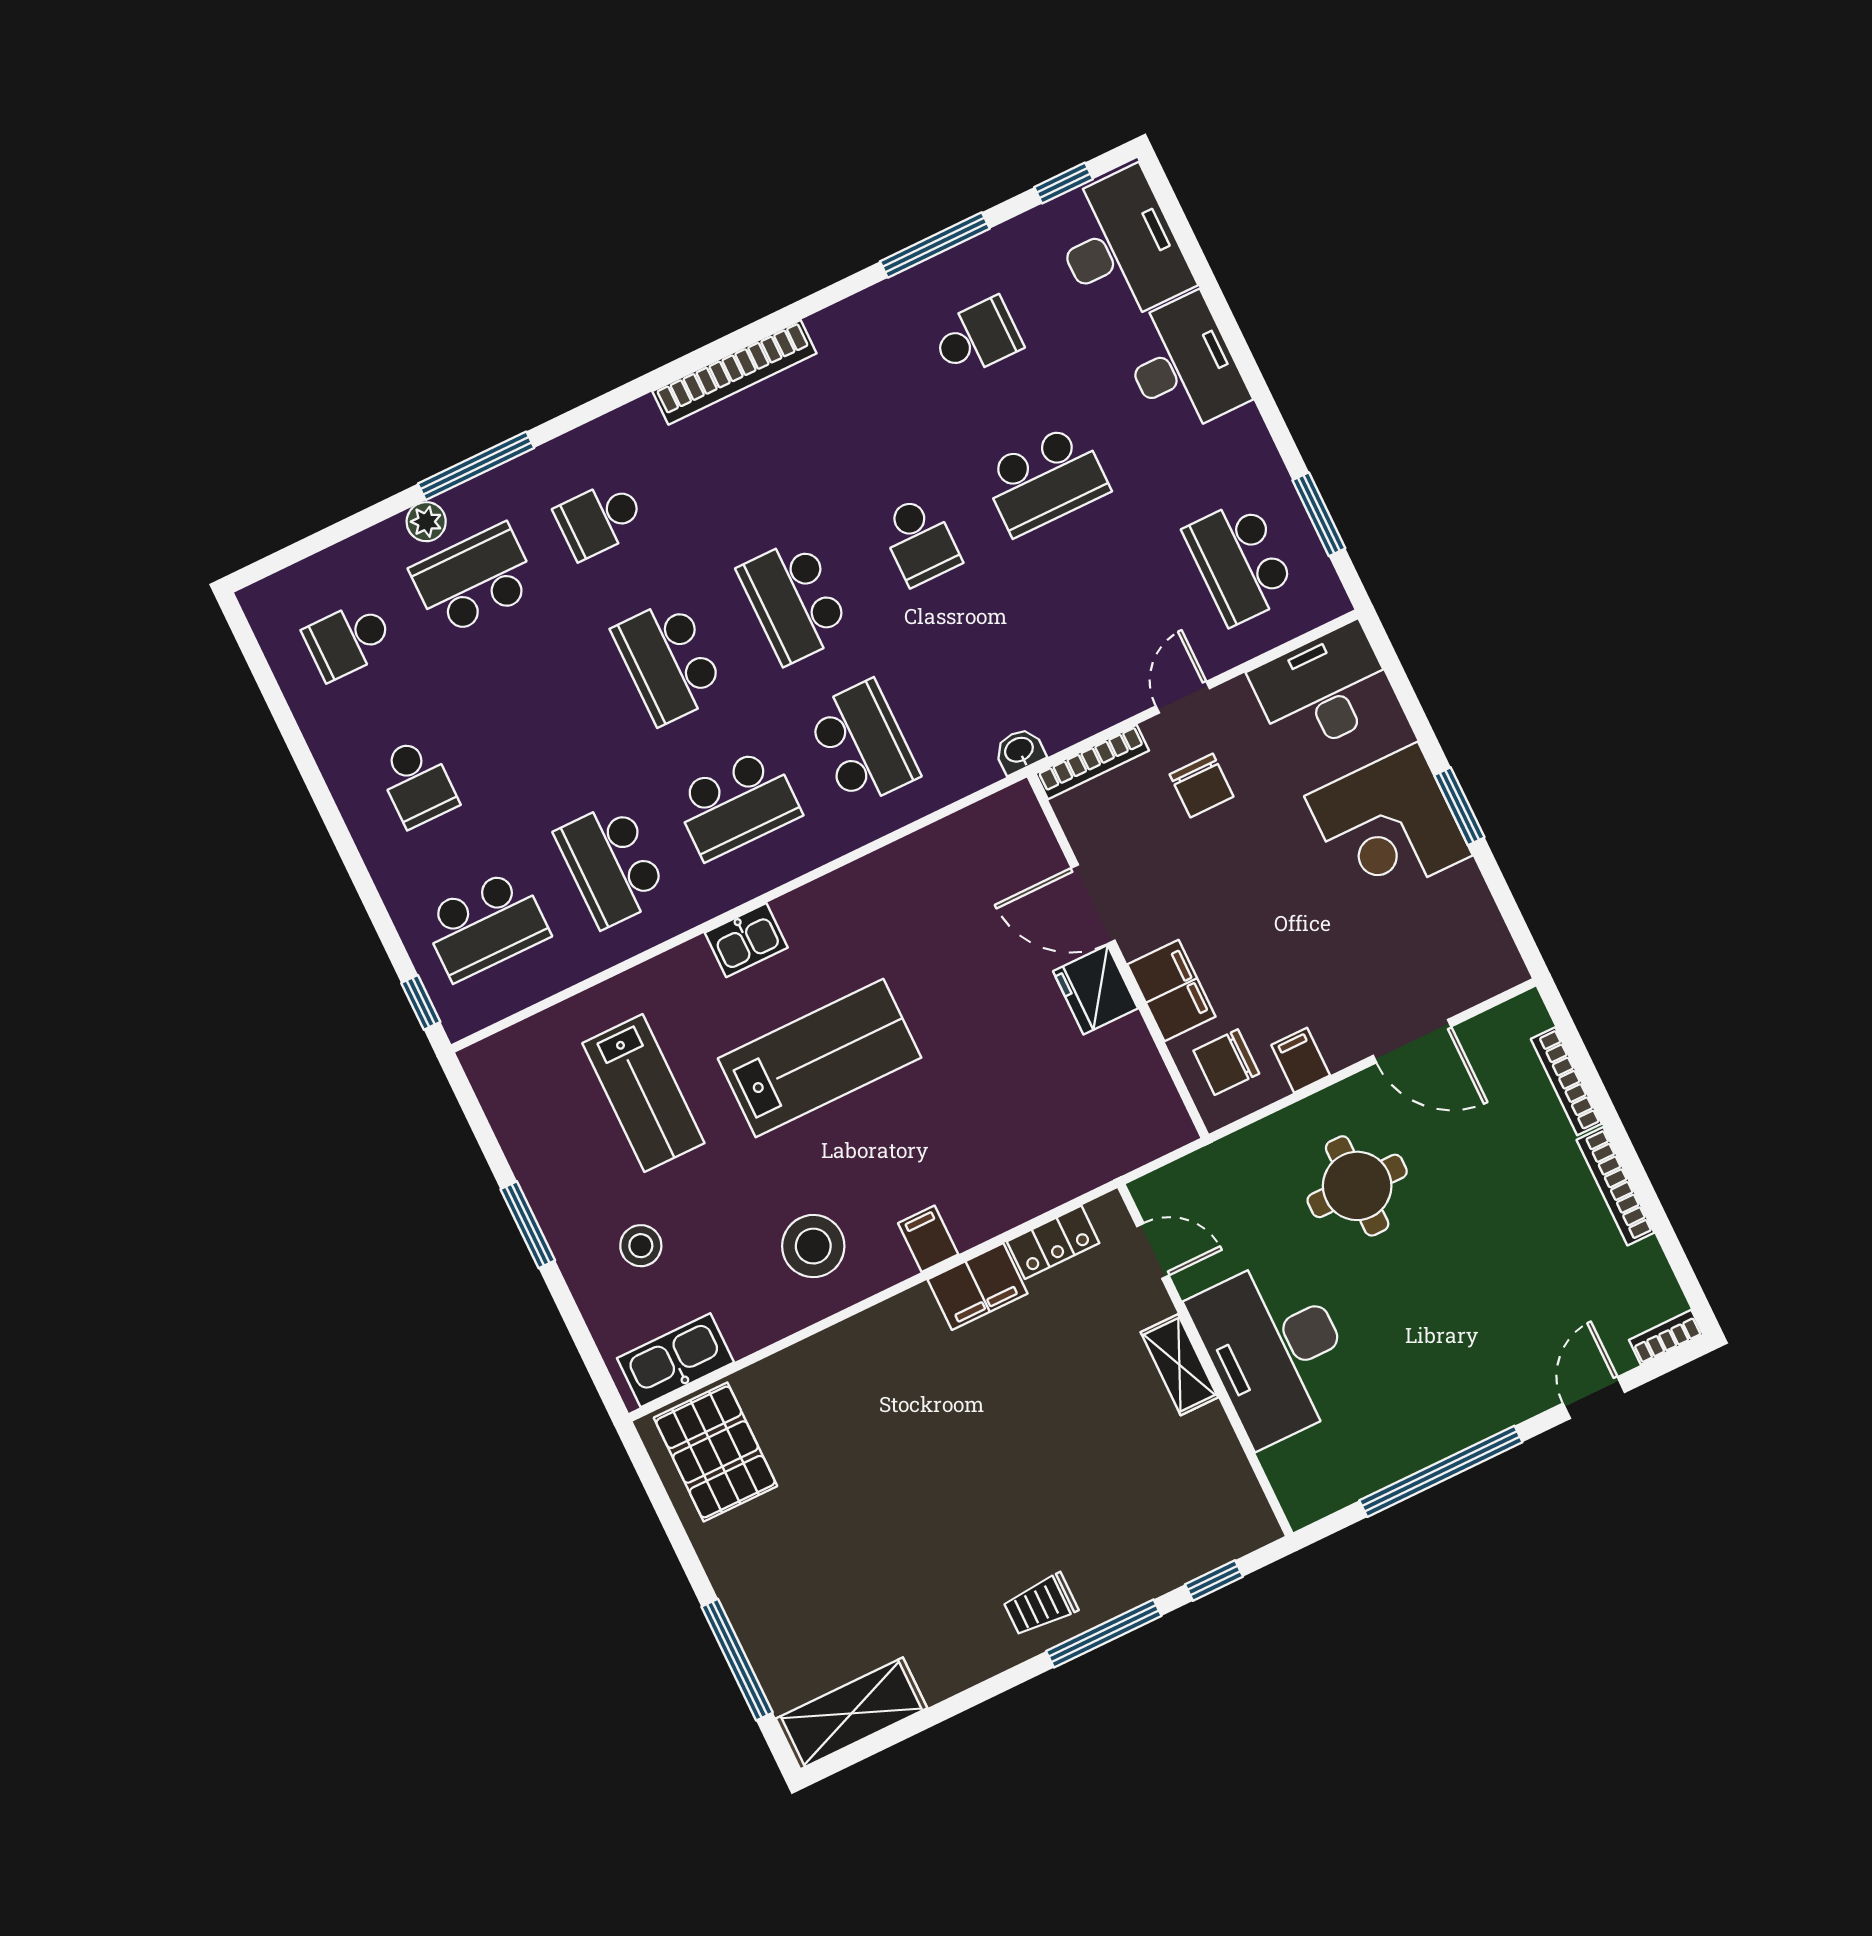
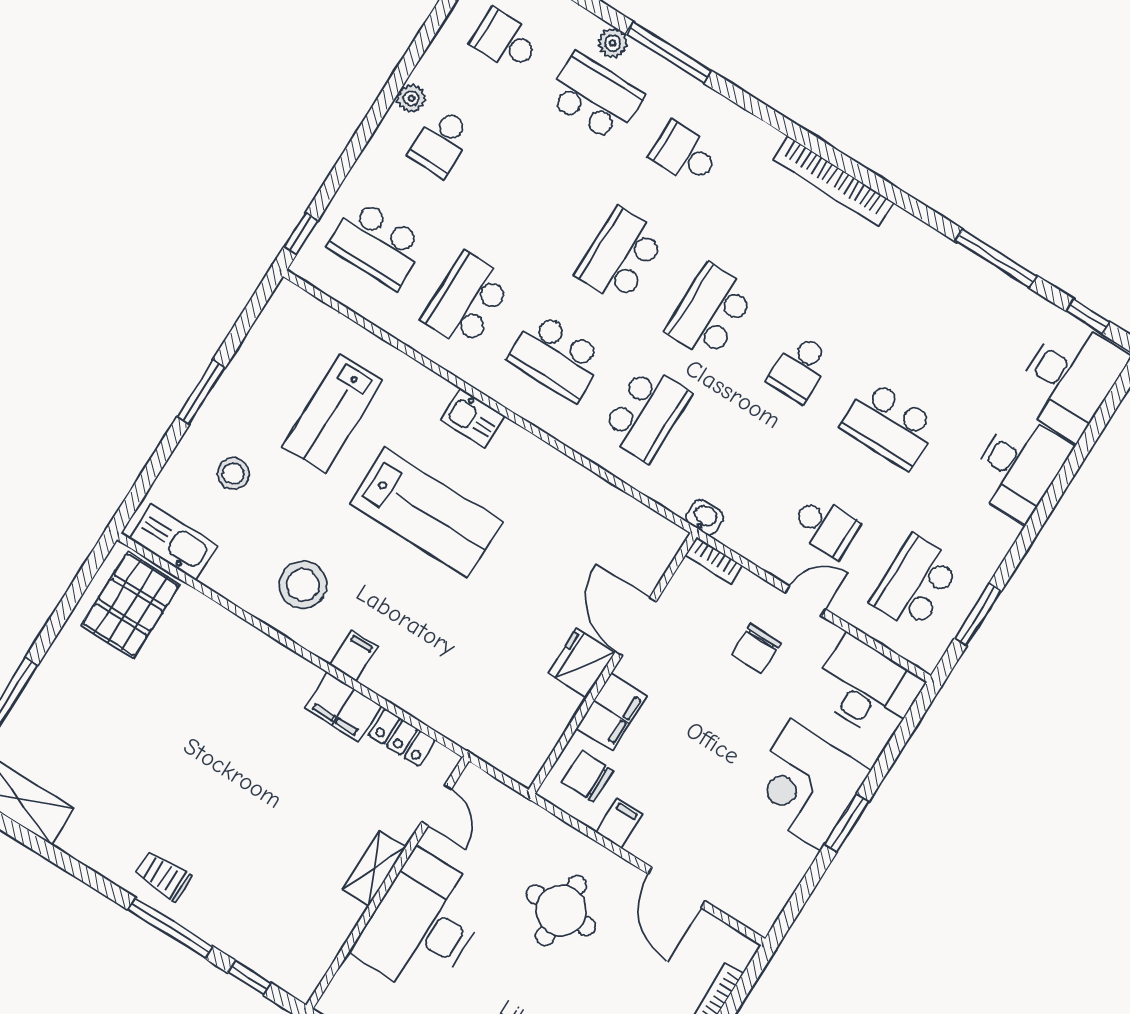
school desk: (977, 338) -> (825, 527), moved
bookcase: (1092, 762) -> (714, 561), width x0.64
plant: (347, 785) -> (411, 98), added

